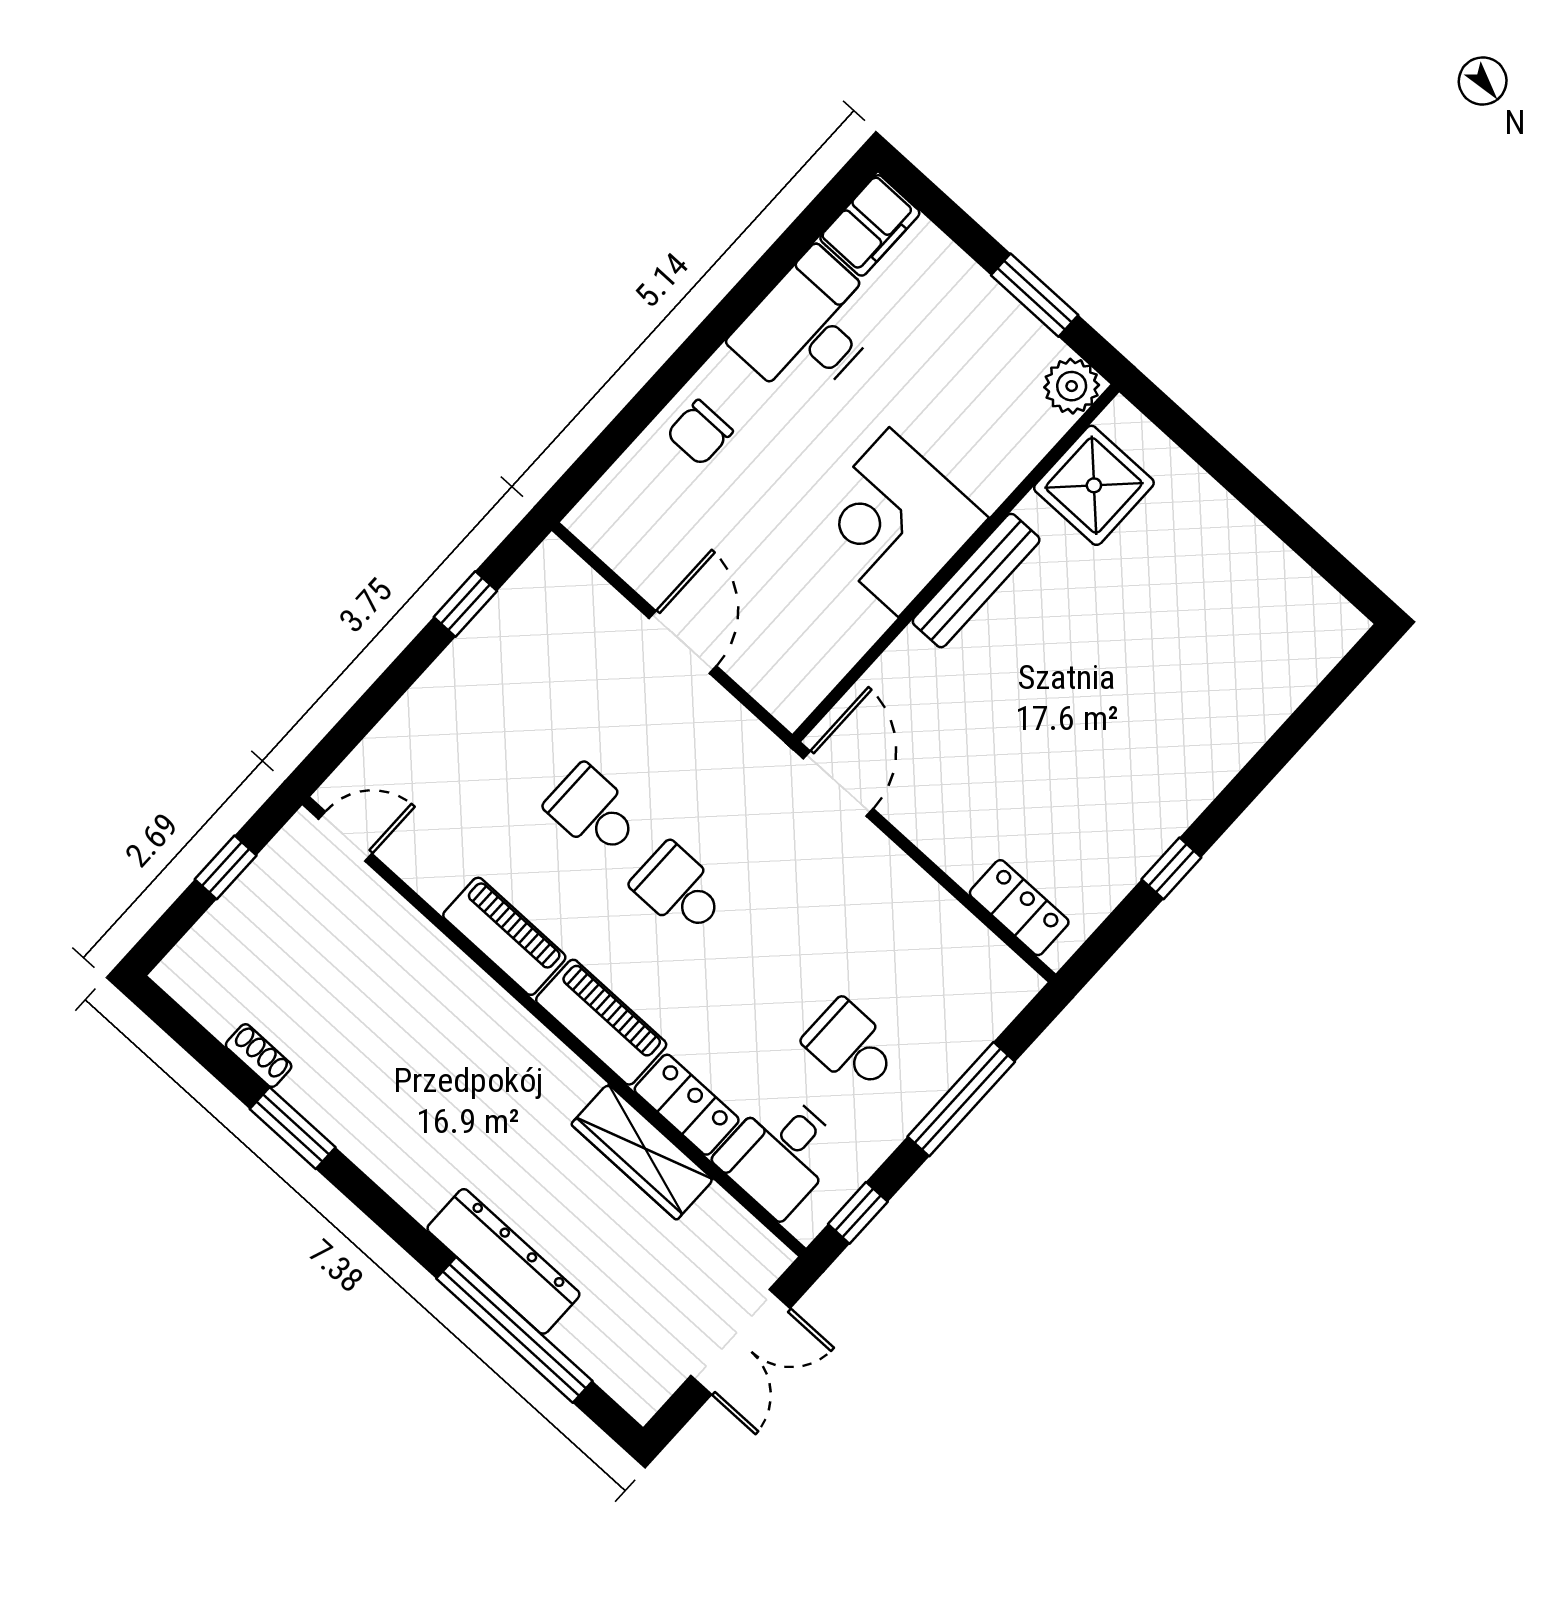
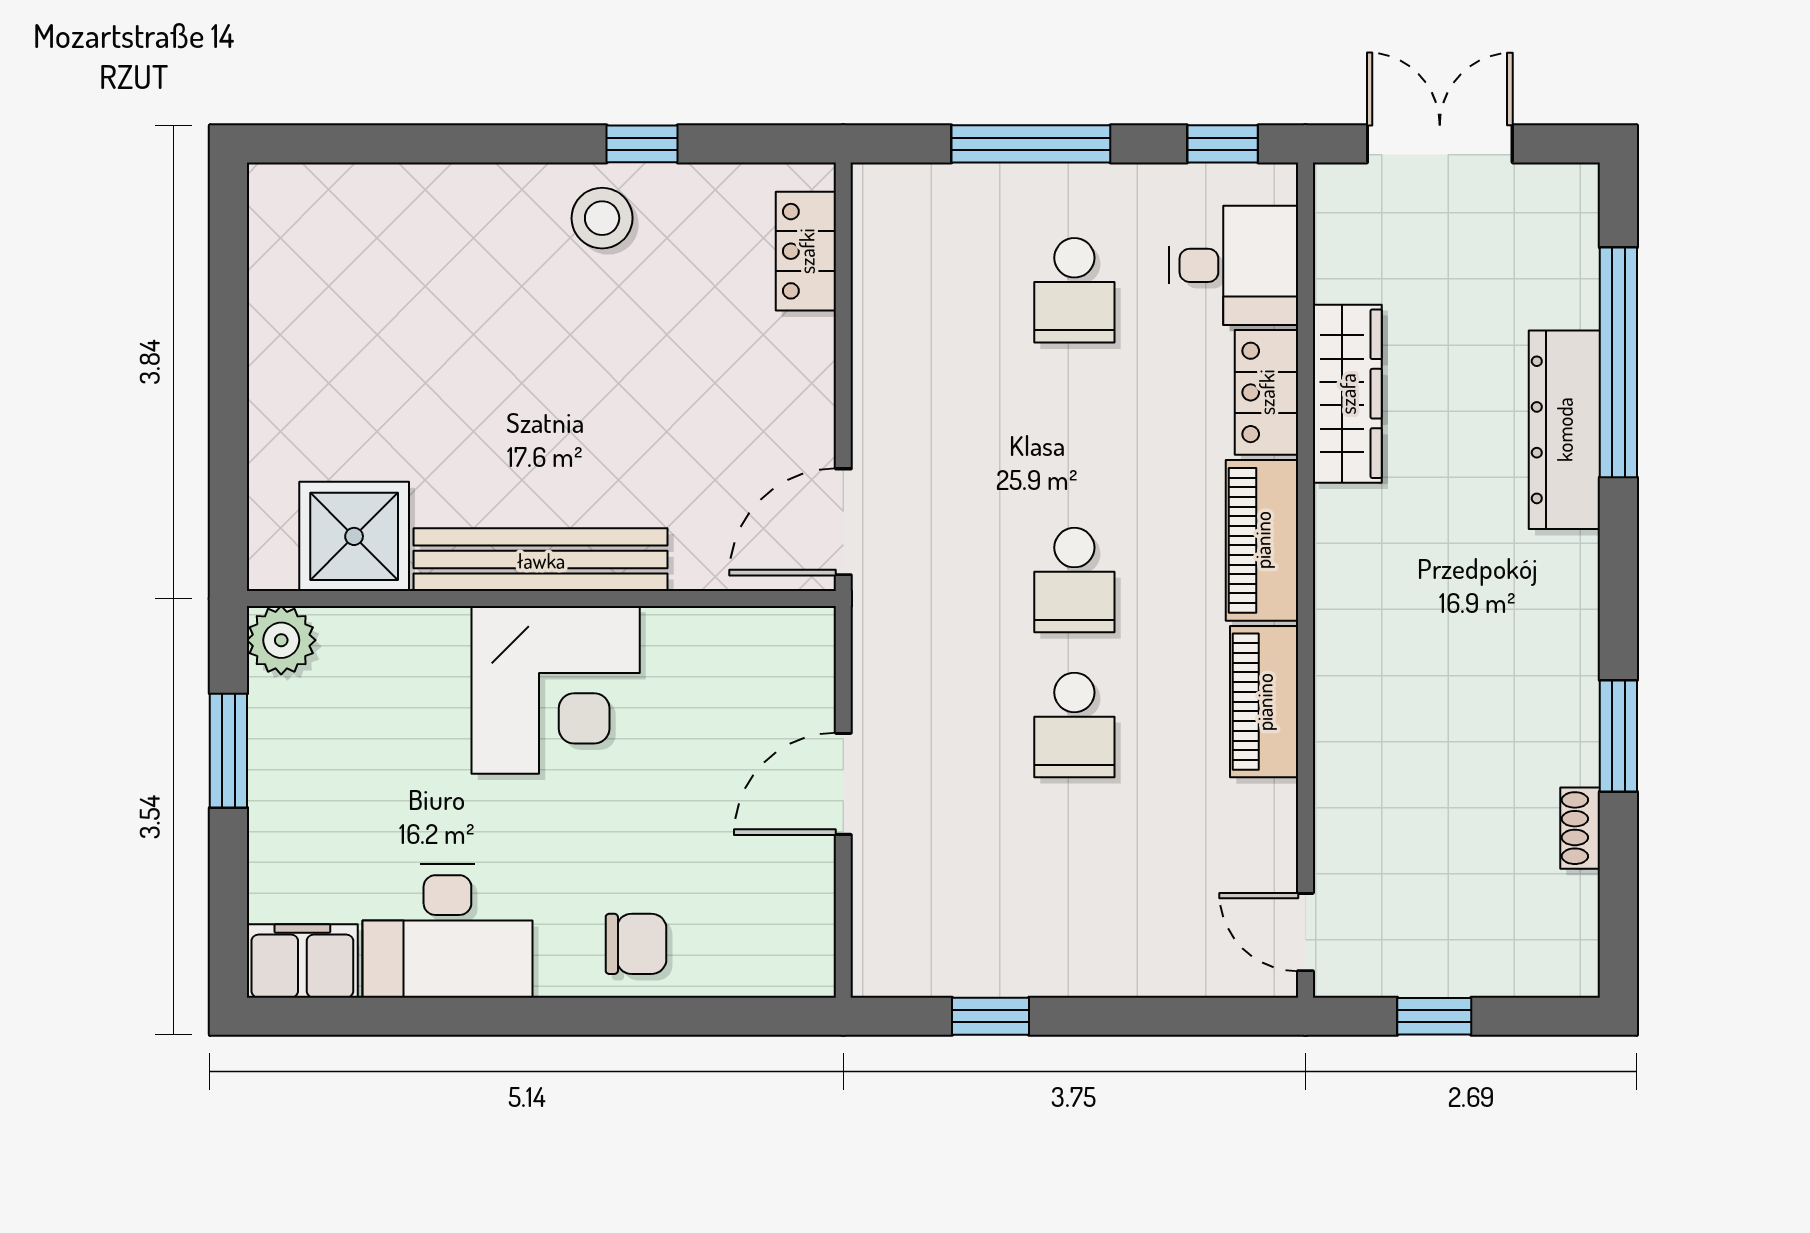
bench: (976, 581) -> (541, 560), width x1.37, depth x1.21
stool: (1149, 804) -> (602, 218), added

